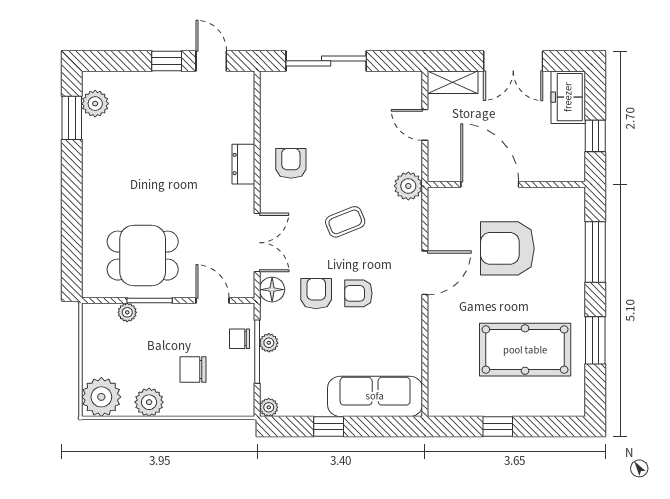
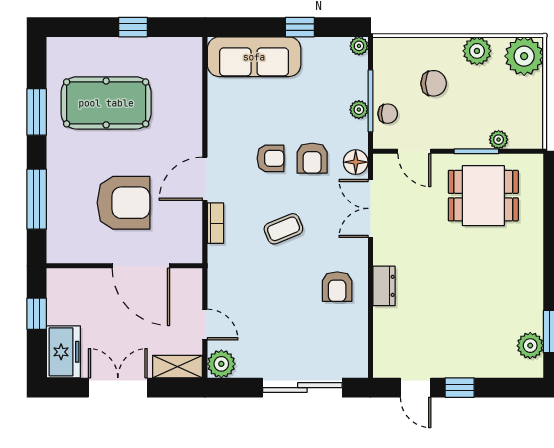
plant: (408, 186) -> (221, 364), moved
bookcase: (414, 228) -> (215, 223), added

